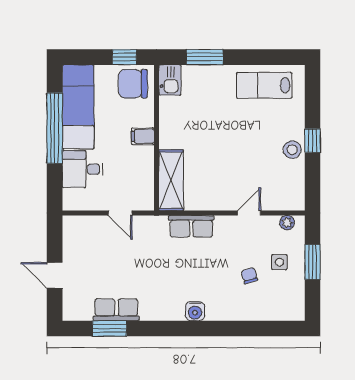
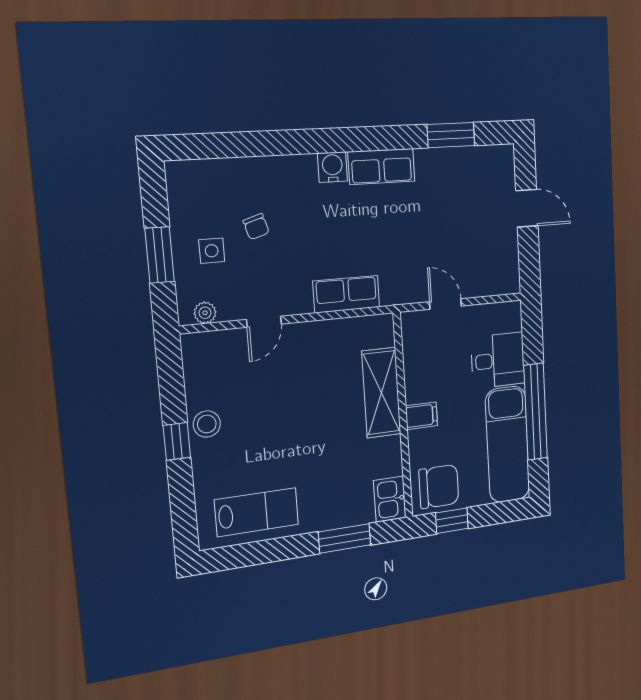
shelving: (171, 180) -> (381, 393), moved
row of seats: (116, 310) -> (382, 166), moved

